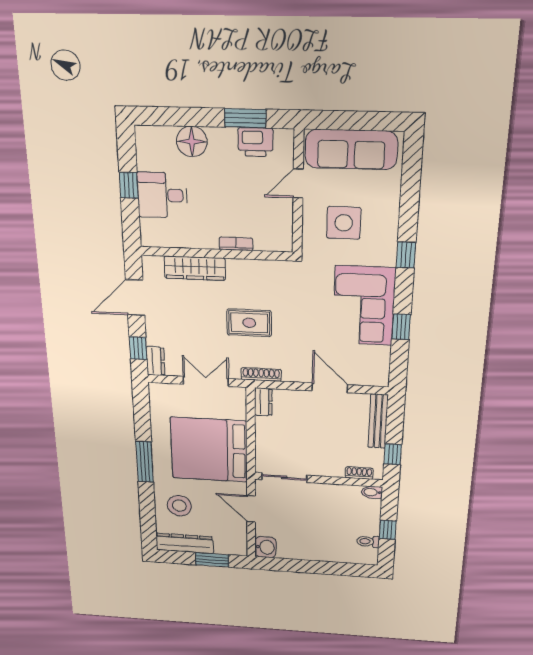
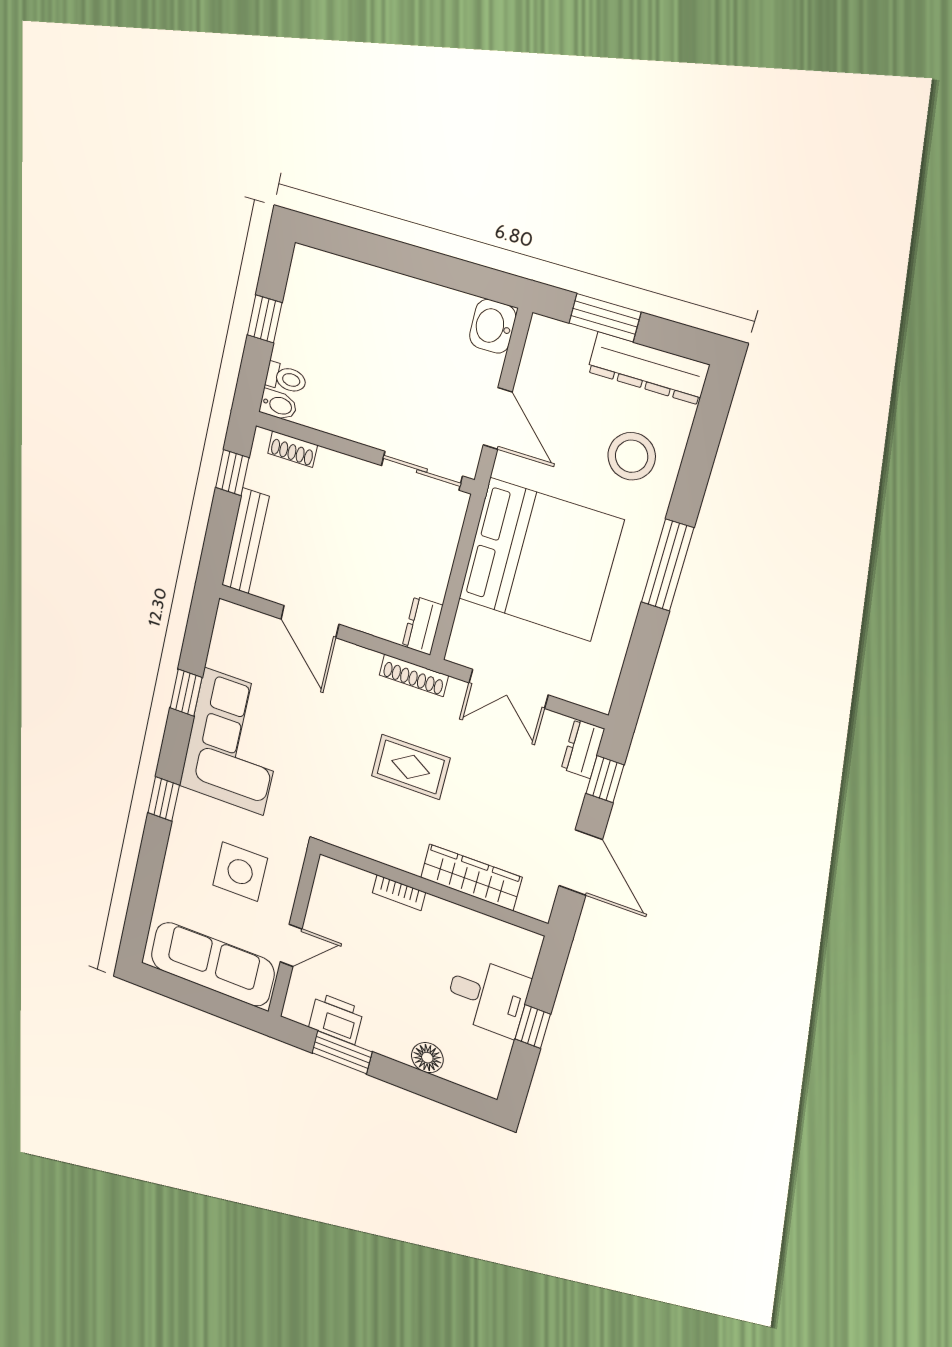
floor lamp: (192, 142) -> (427, 1058), width x0.73, depth x0.73
door: (135, 298) -> (581, 863), hinge flipped
toilet: (368, 541) -> (286, 378), moved

